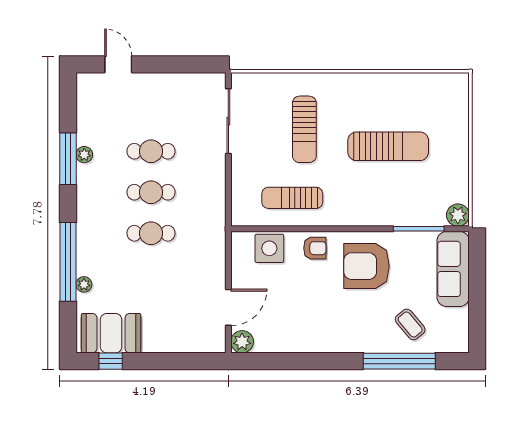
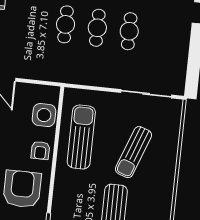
sun lounger: (304, 129) -> (133, 152), turned -70
sun lounger: (292, 198) -> (81, 137), width x1.36, depth x1.34

